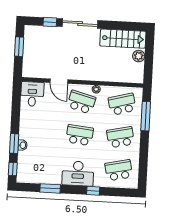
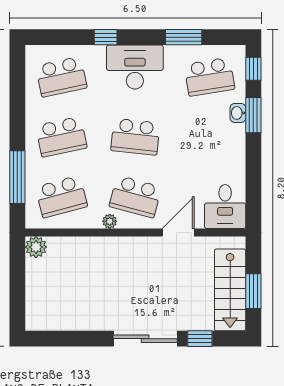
stairs: (123, 39) -> (230, 290), moved, turned -90
plant: (139, 56) -> (36, 247), moved
door: (59, 81) -> (178, 232), hinge flipped
school desk: (37, 166) -> (209, 77), added

